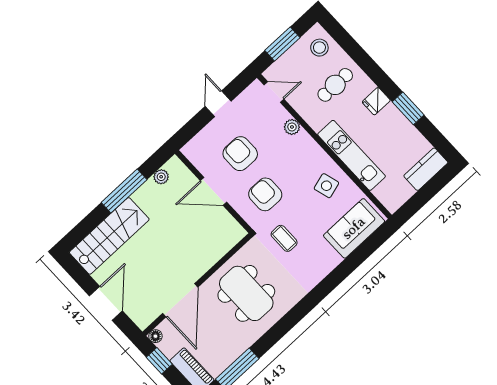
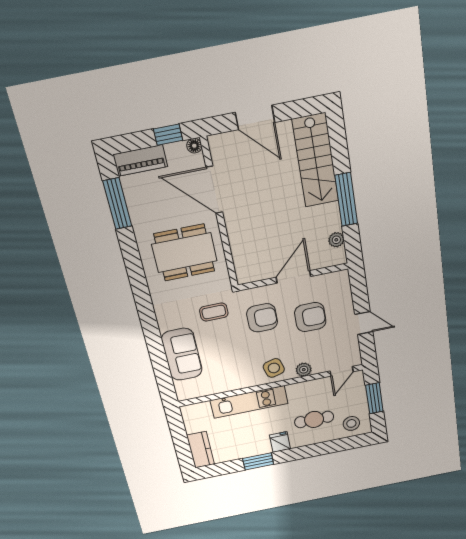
cafe table: (335, 85) -> (314, 419), turned 90
side table: (326, 186) -> (274, 368), moved
sofa: (354, 228) -> (182, 354), moved

